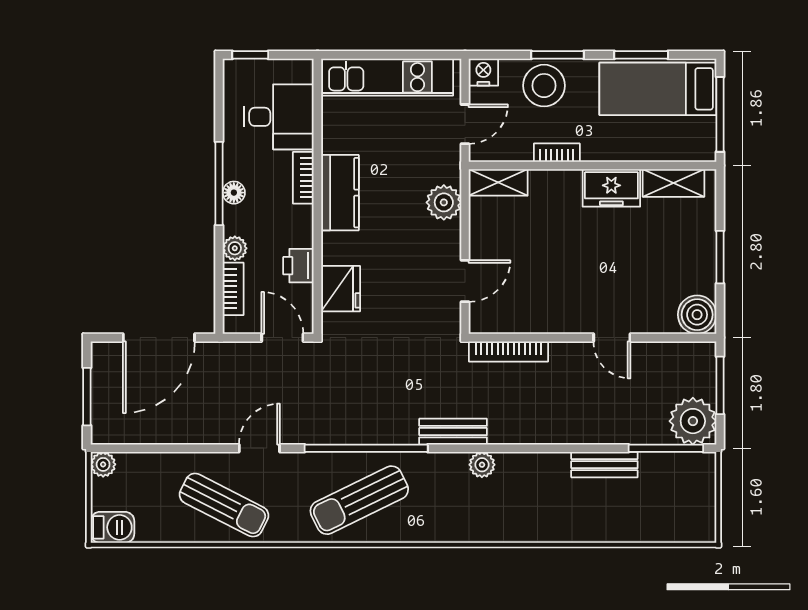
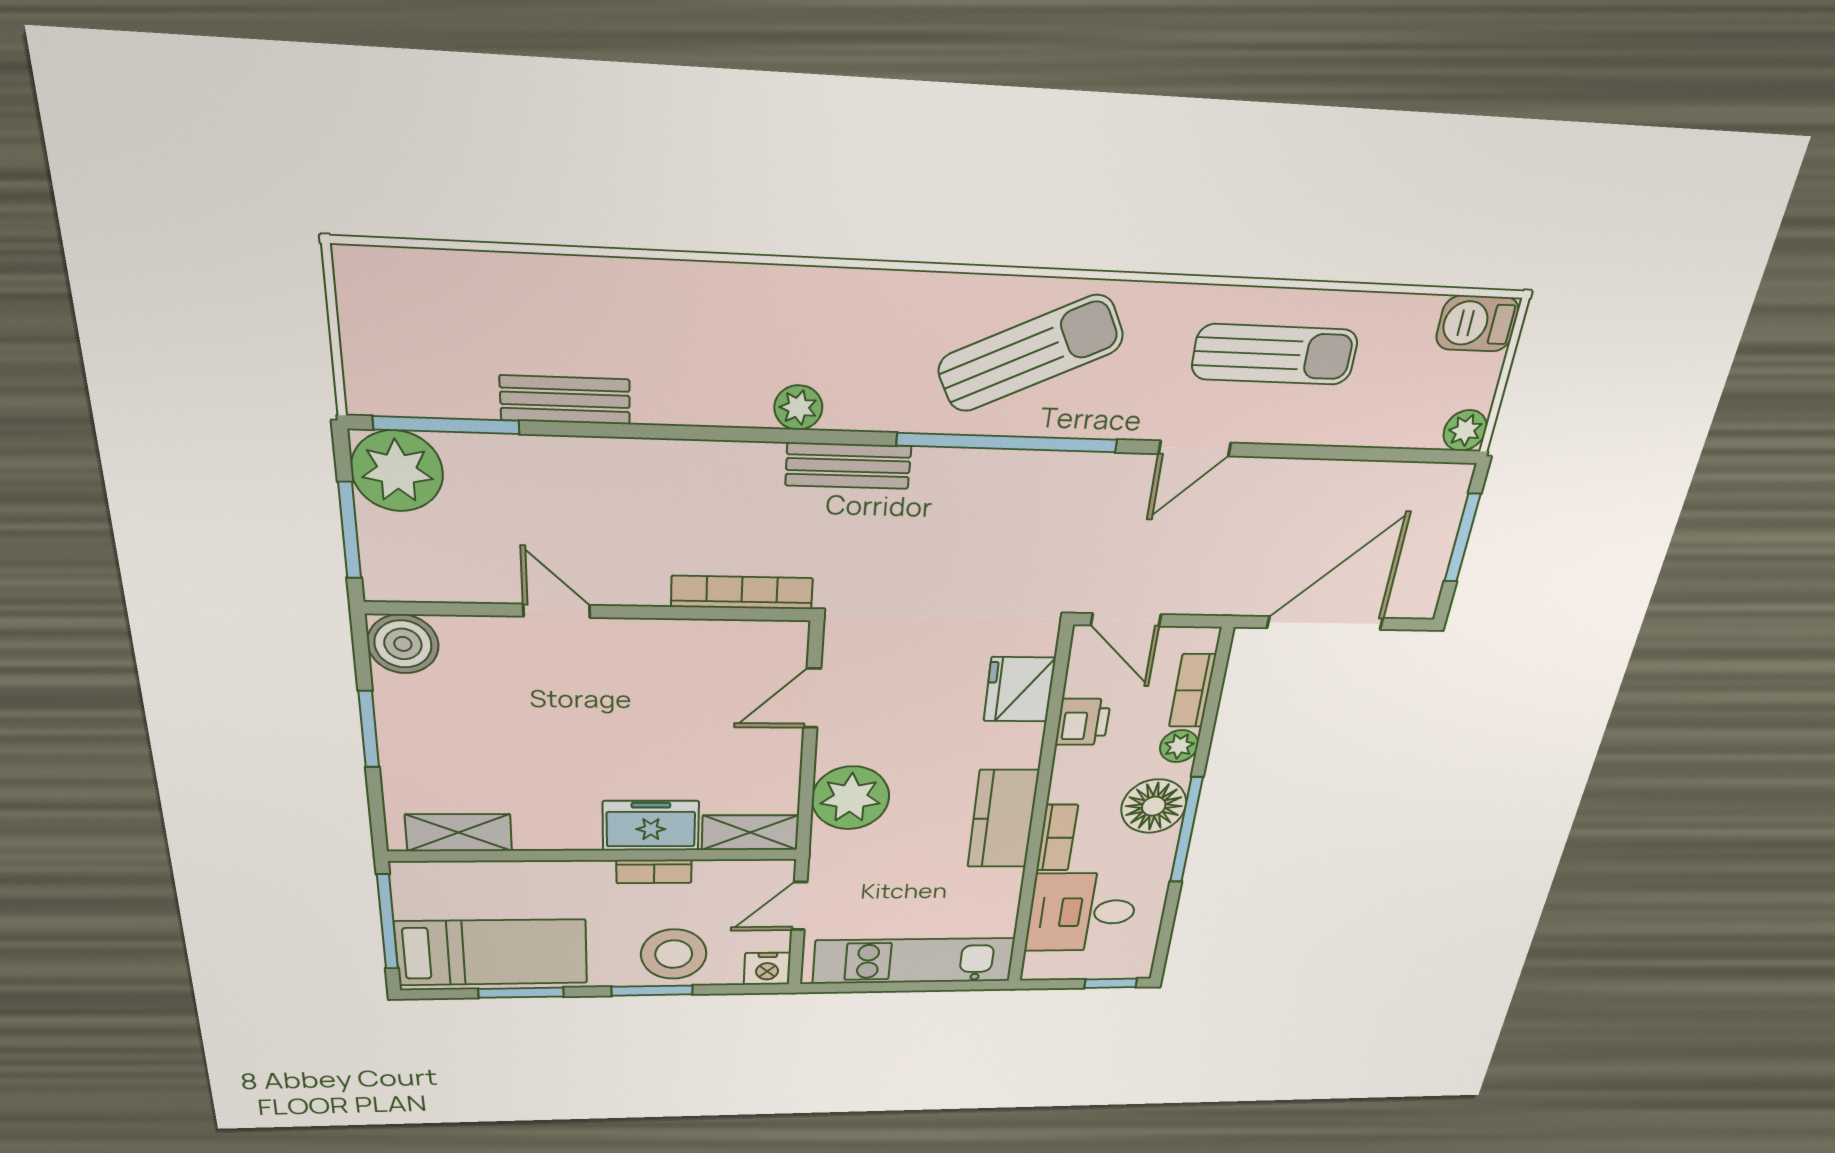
freezer: (611, 188) -> (651, 826), moved
floor lamp: (234, 193) -> (1154, 806), width x1.89, depth x1.89
plant: (444, 202) -> (851, 798), width x1.36, depth x1.36
sun lounger: (224, 505) -> (1275, 354), turned 153

